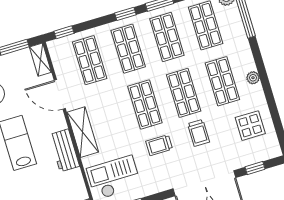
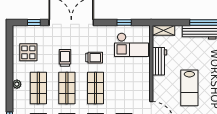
shelving: (83, 132) -> (143, 82), removed
workbench: (64, 150) -> (159, 61), moved

